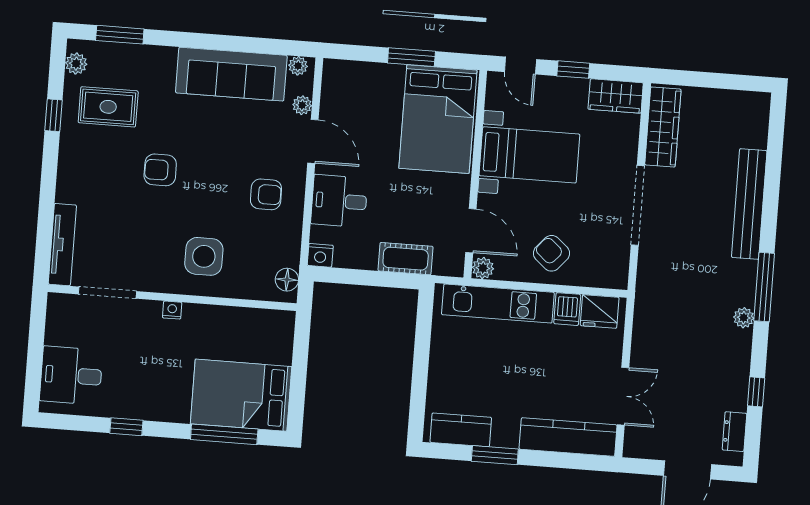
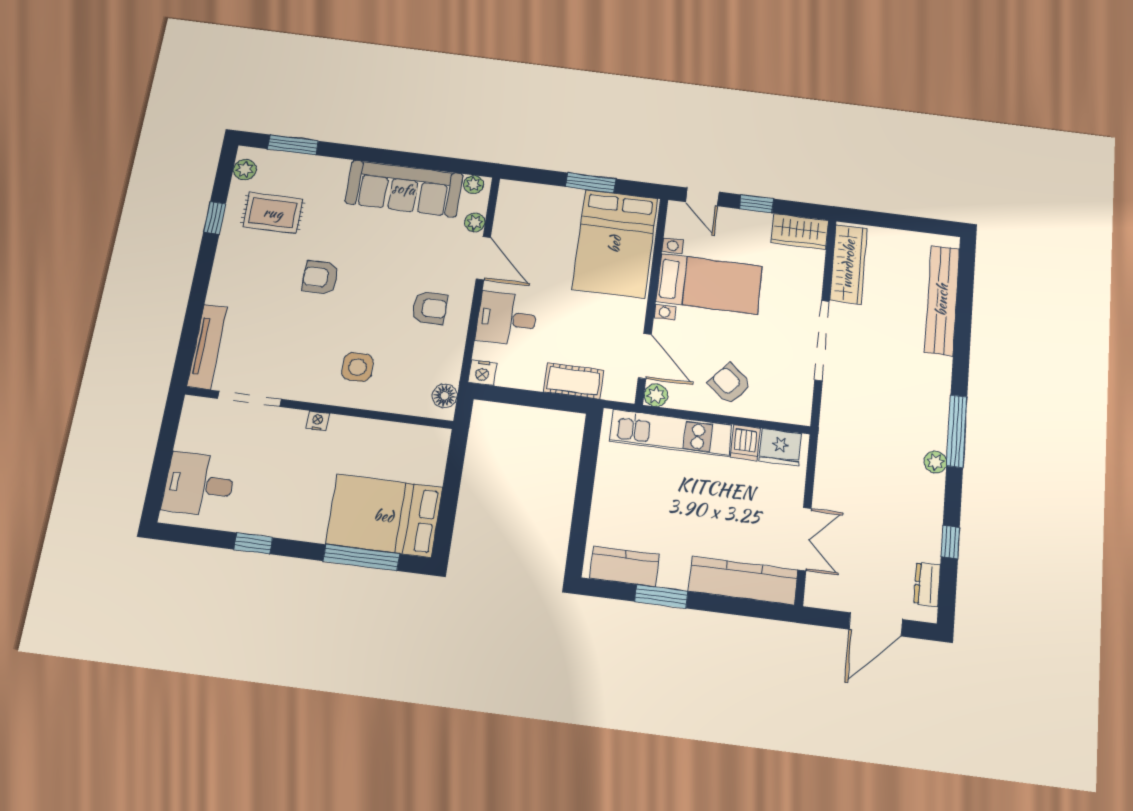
bench: (749, 204) -> (942, 300), moved
side table: (204, 256) -> (358, 367), width x0.73, depth x0.73

